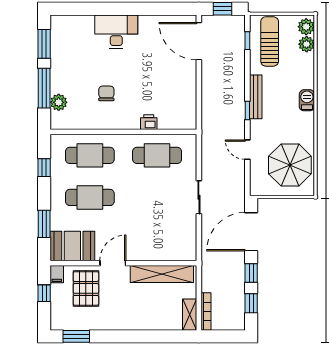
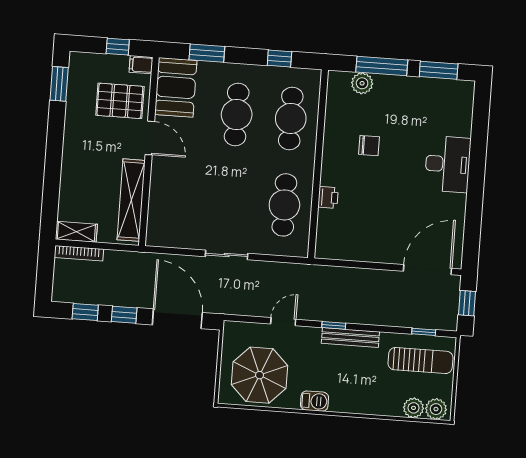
barbecue: (307, 100) -> (315, 401), moved

